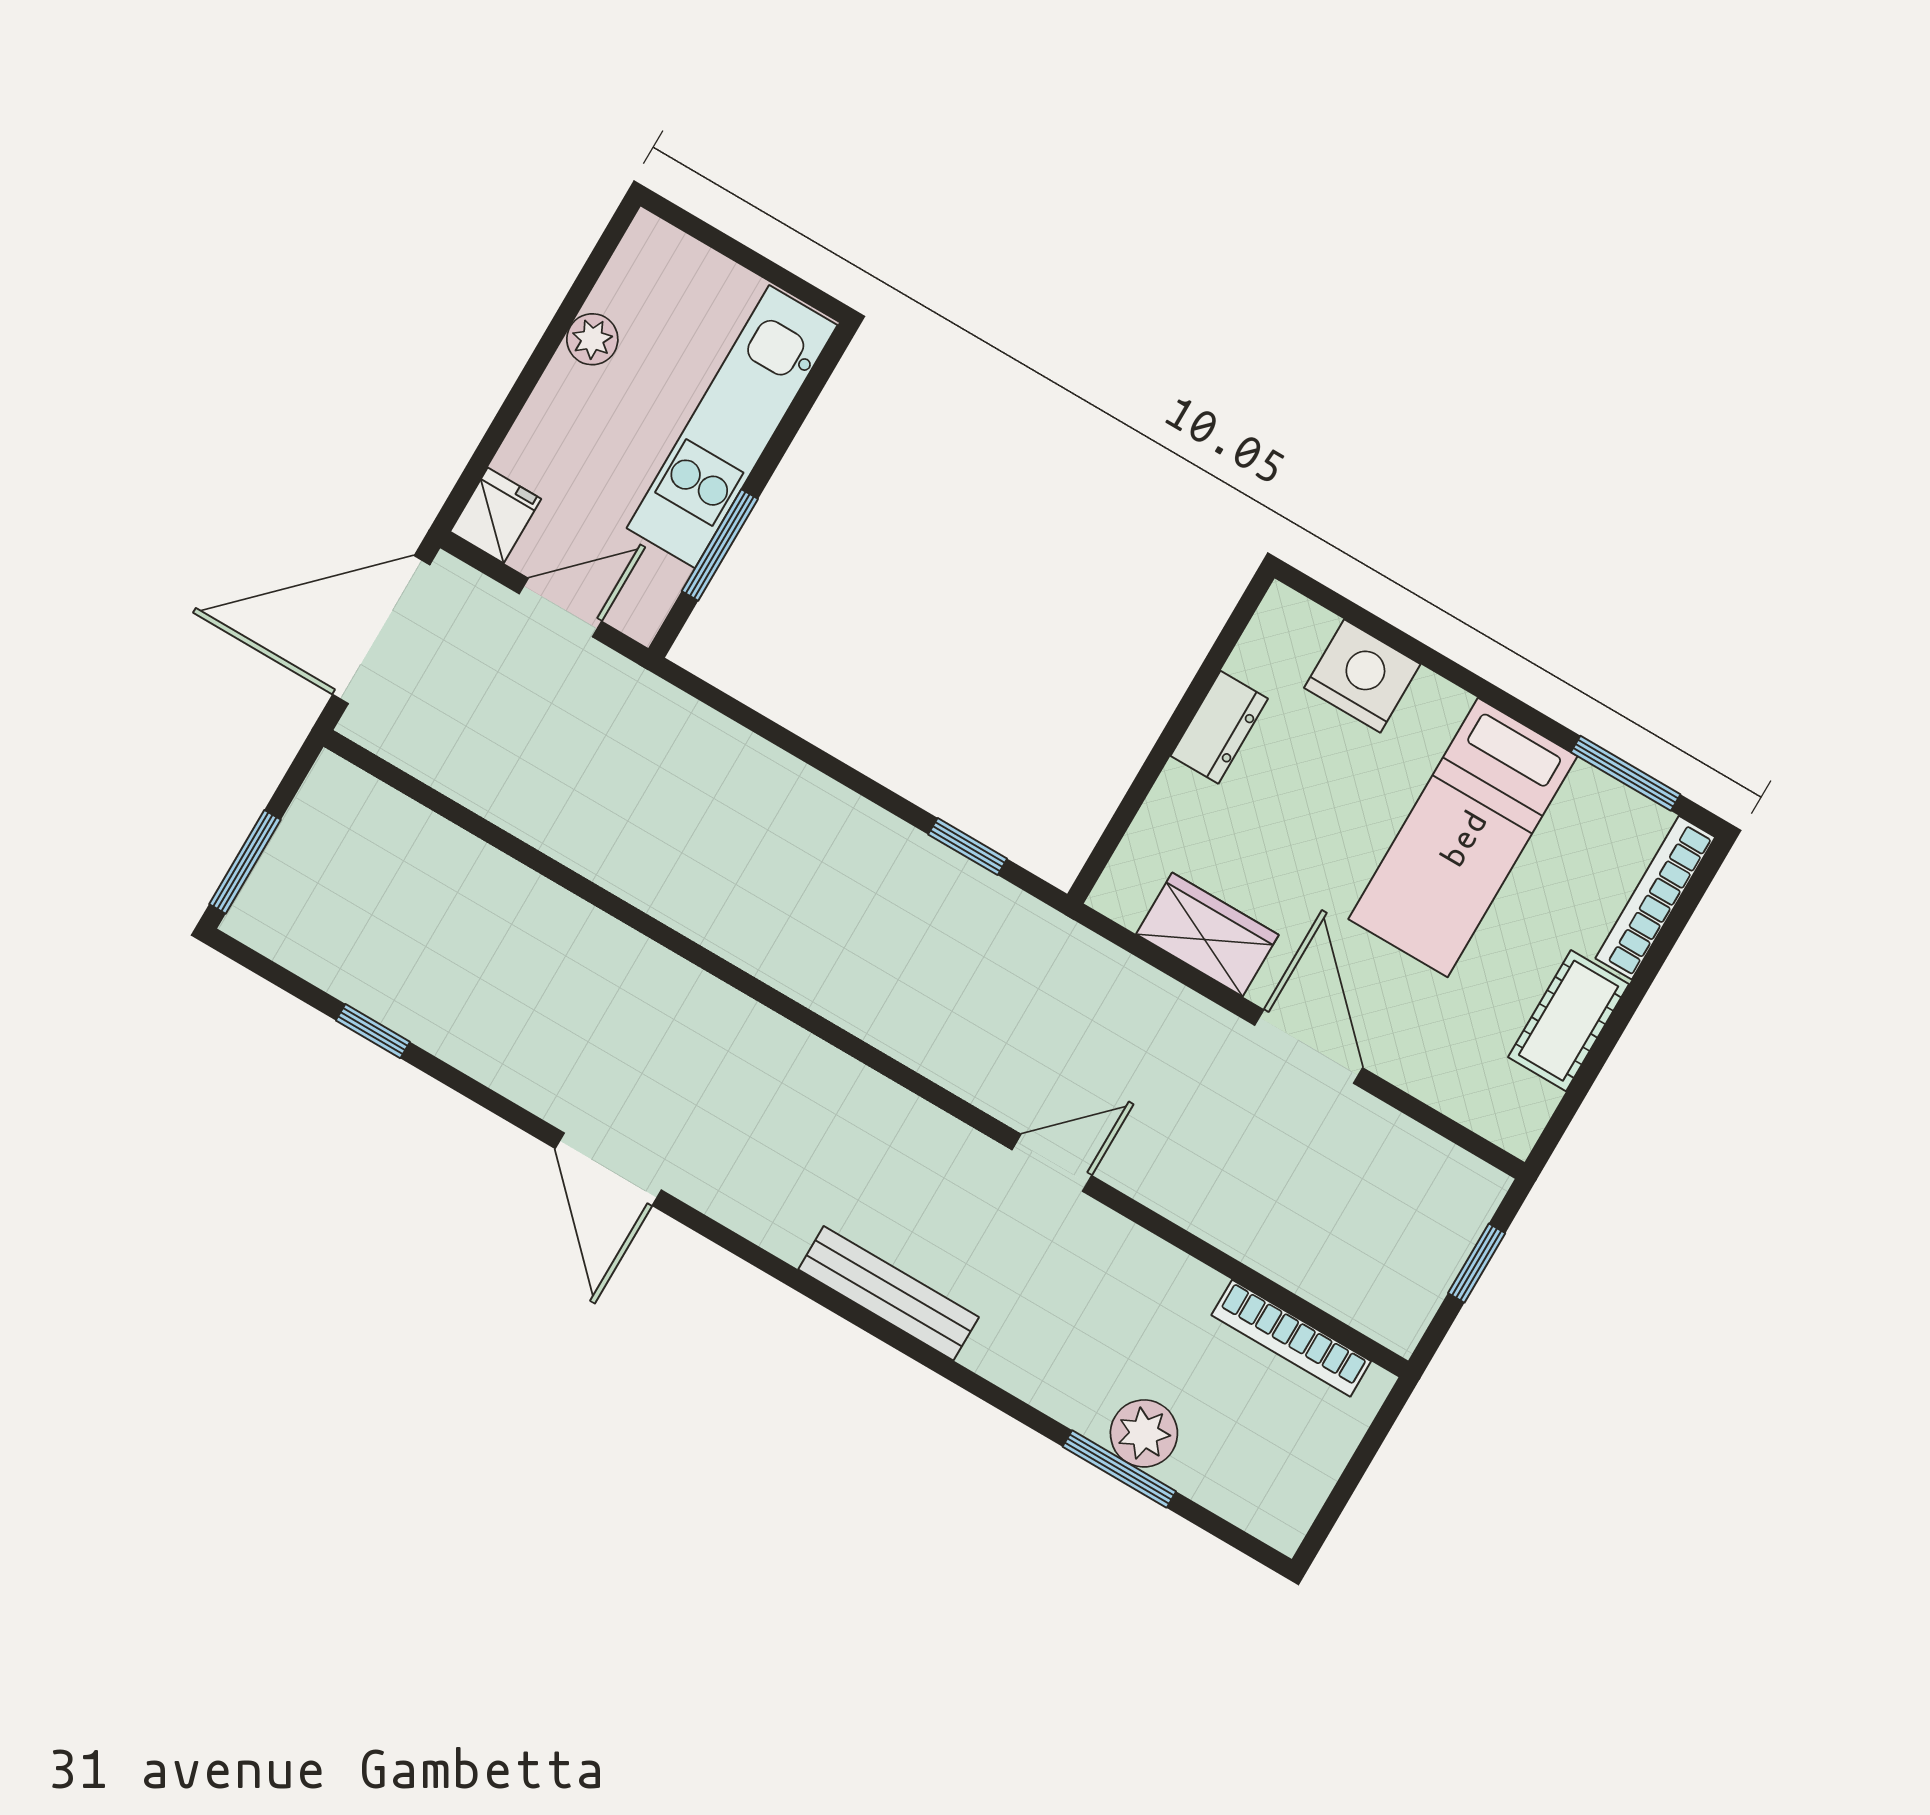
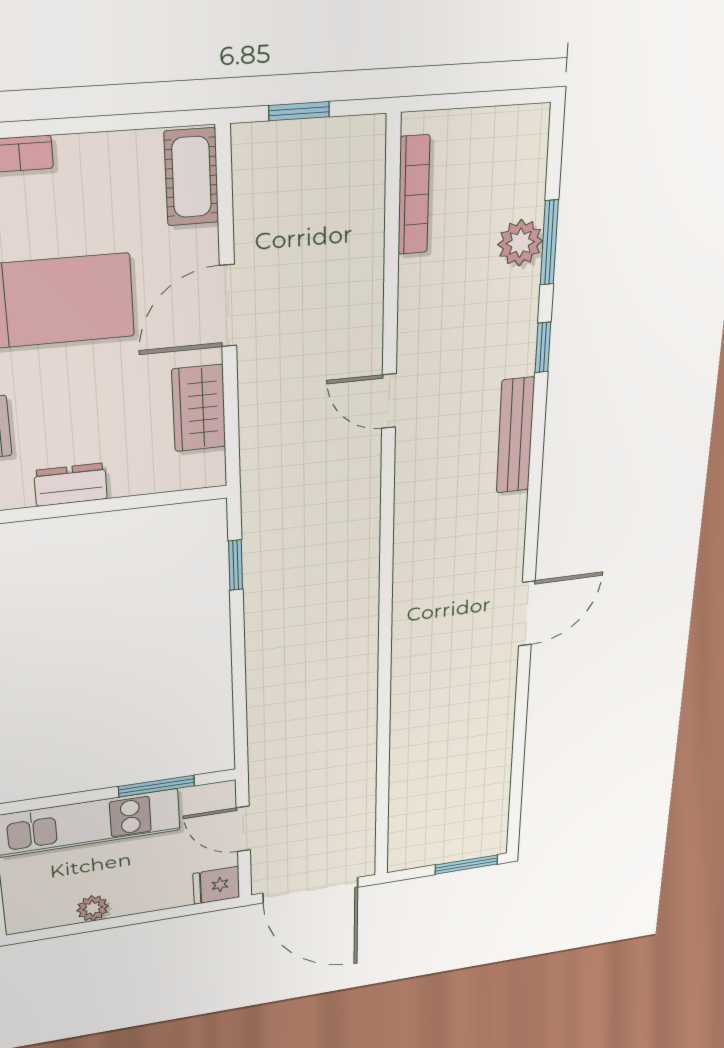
cot: (1569, 1021) -> (191, 177), moved, turned 90
window: (373, 1031) -> (543, 347), moved

